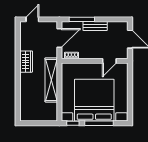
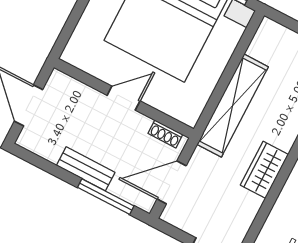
door: (109, 61) -> (124, 98), moved

